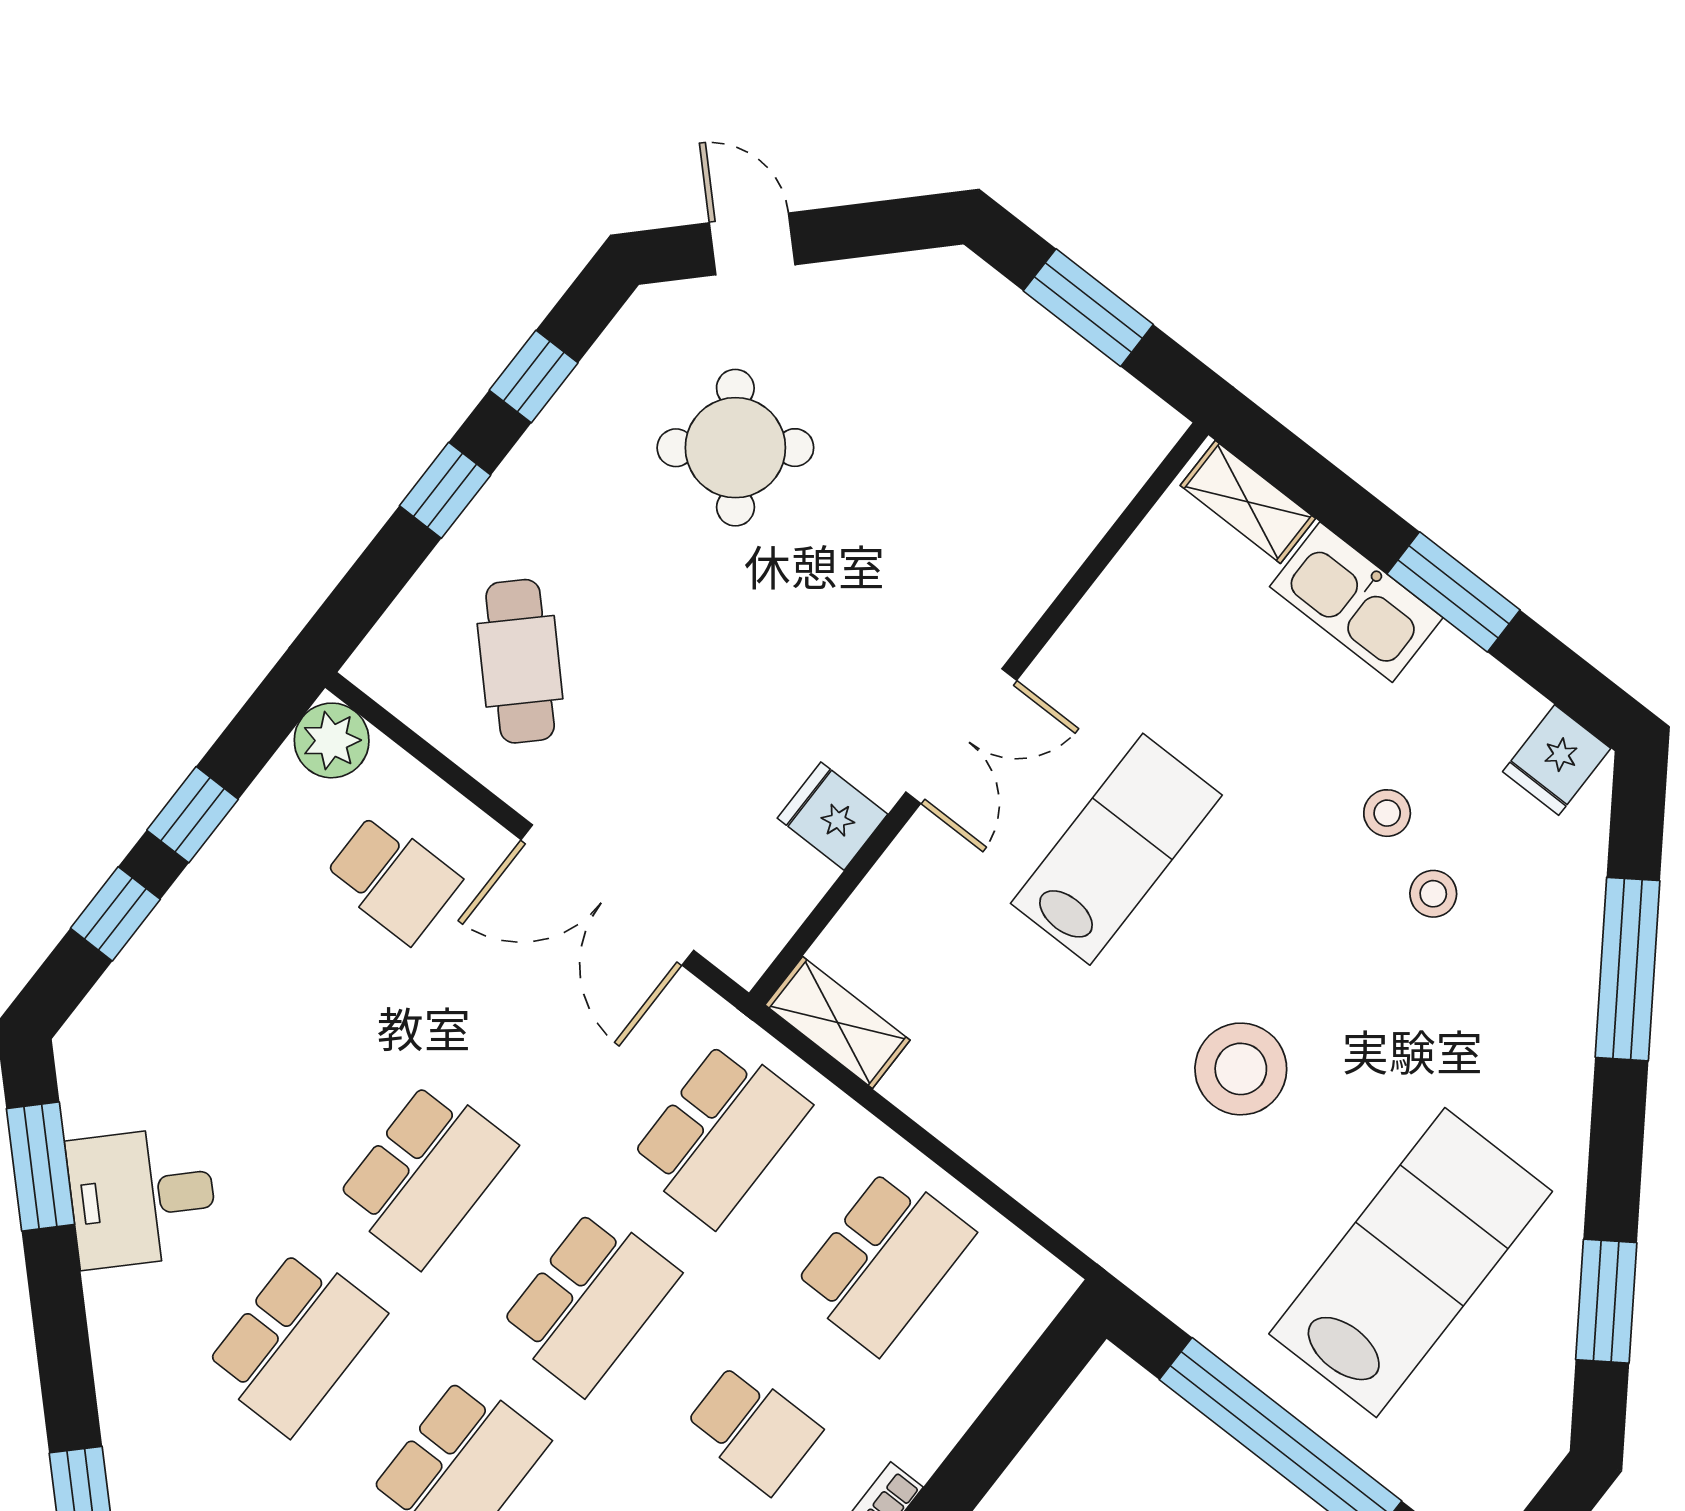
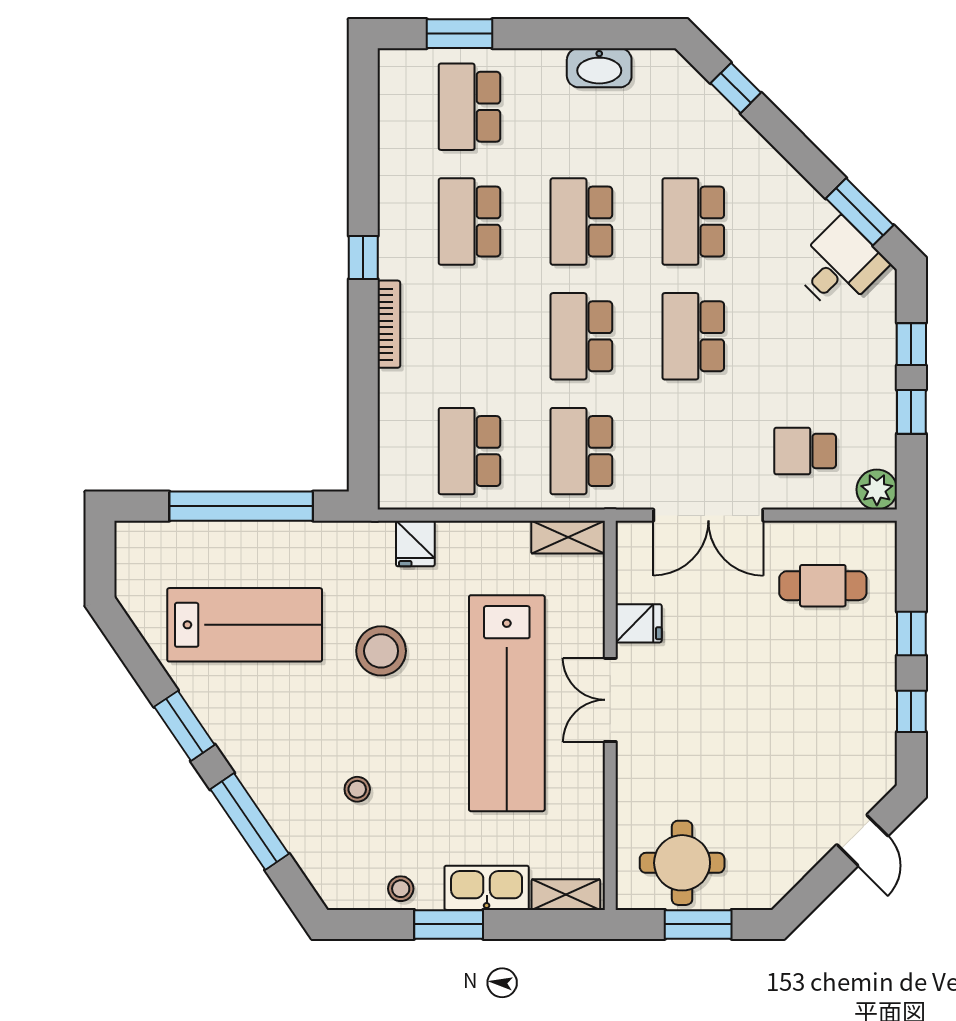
door: (752, 244) -> (862, 840), hinge flipped
round table: (735, 448) -> (682, 863), moved, turned 38
cafe table: (520, 661) -> (823, 586), turned -46
fridge: (1557, 760) -> (415, 543), moved, turned 180
stool: (1387, 813) -> (401, 889), moved
lab bench: (1116, 849) -> (507, 703), width x1.86, depth x1.39
double door: (607, 895) -> (708, 515), swing flipped
desk: (142, 1197) -> (839, 266), moved
lab bench: (1411, 1263) -> (245, 625), turned -90
window: (1606, 1301) -> (184, 726), moved
school desk: (753, 1429) -> (469, 336), removed

